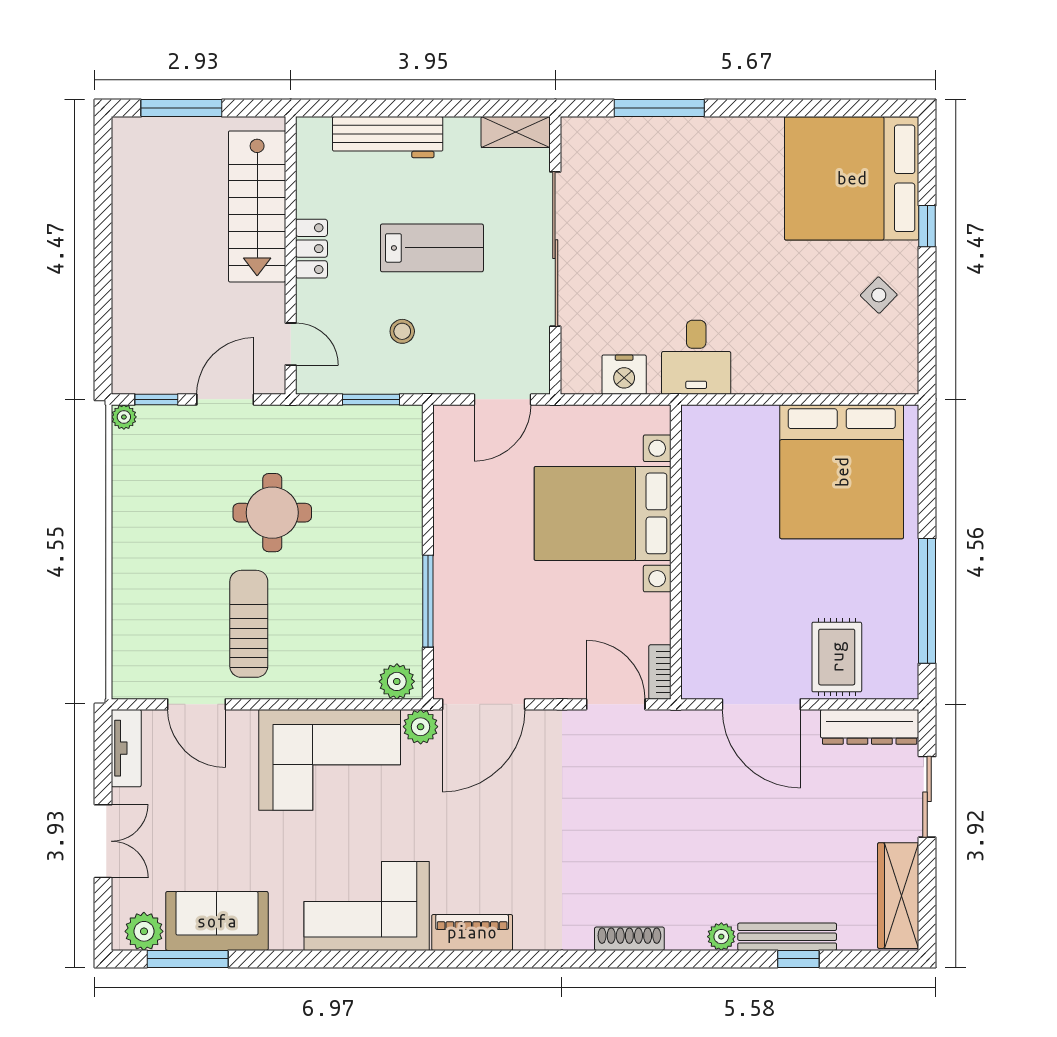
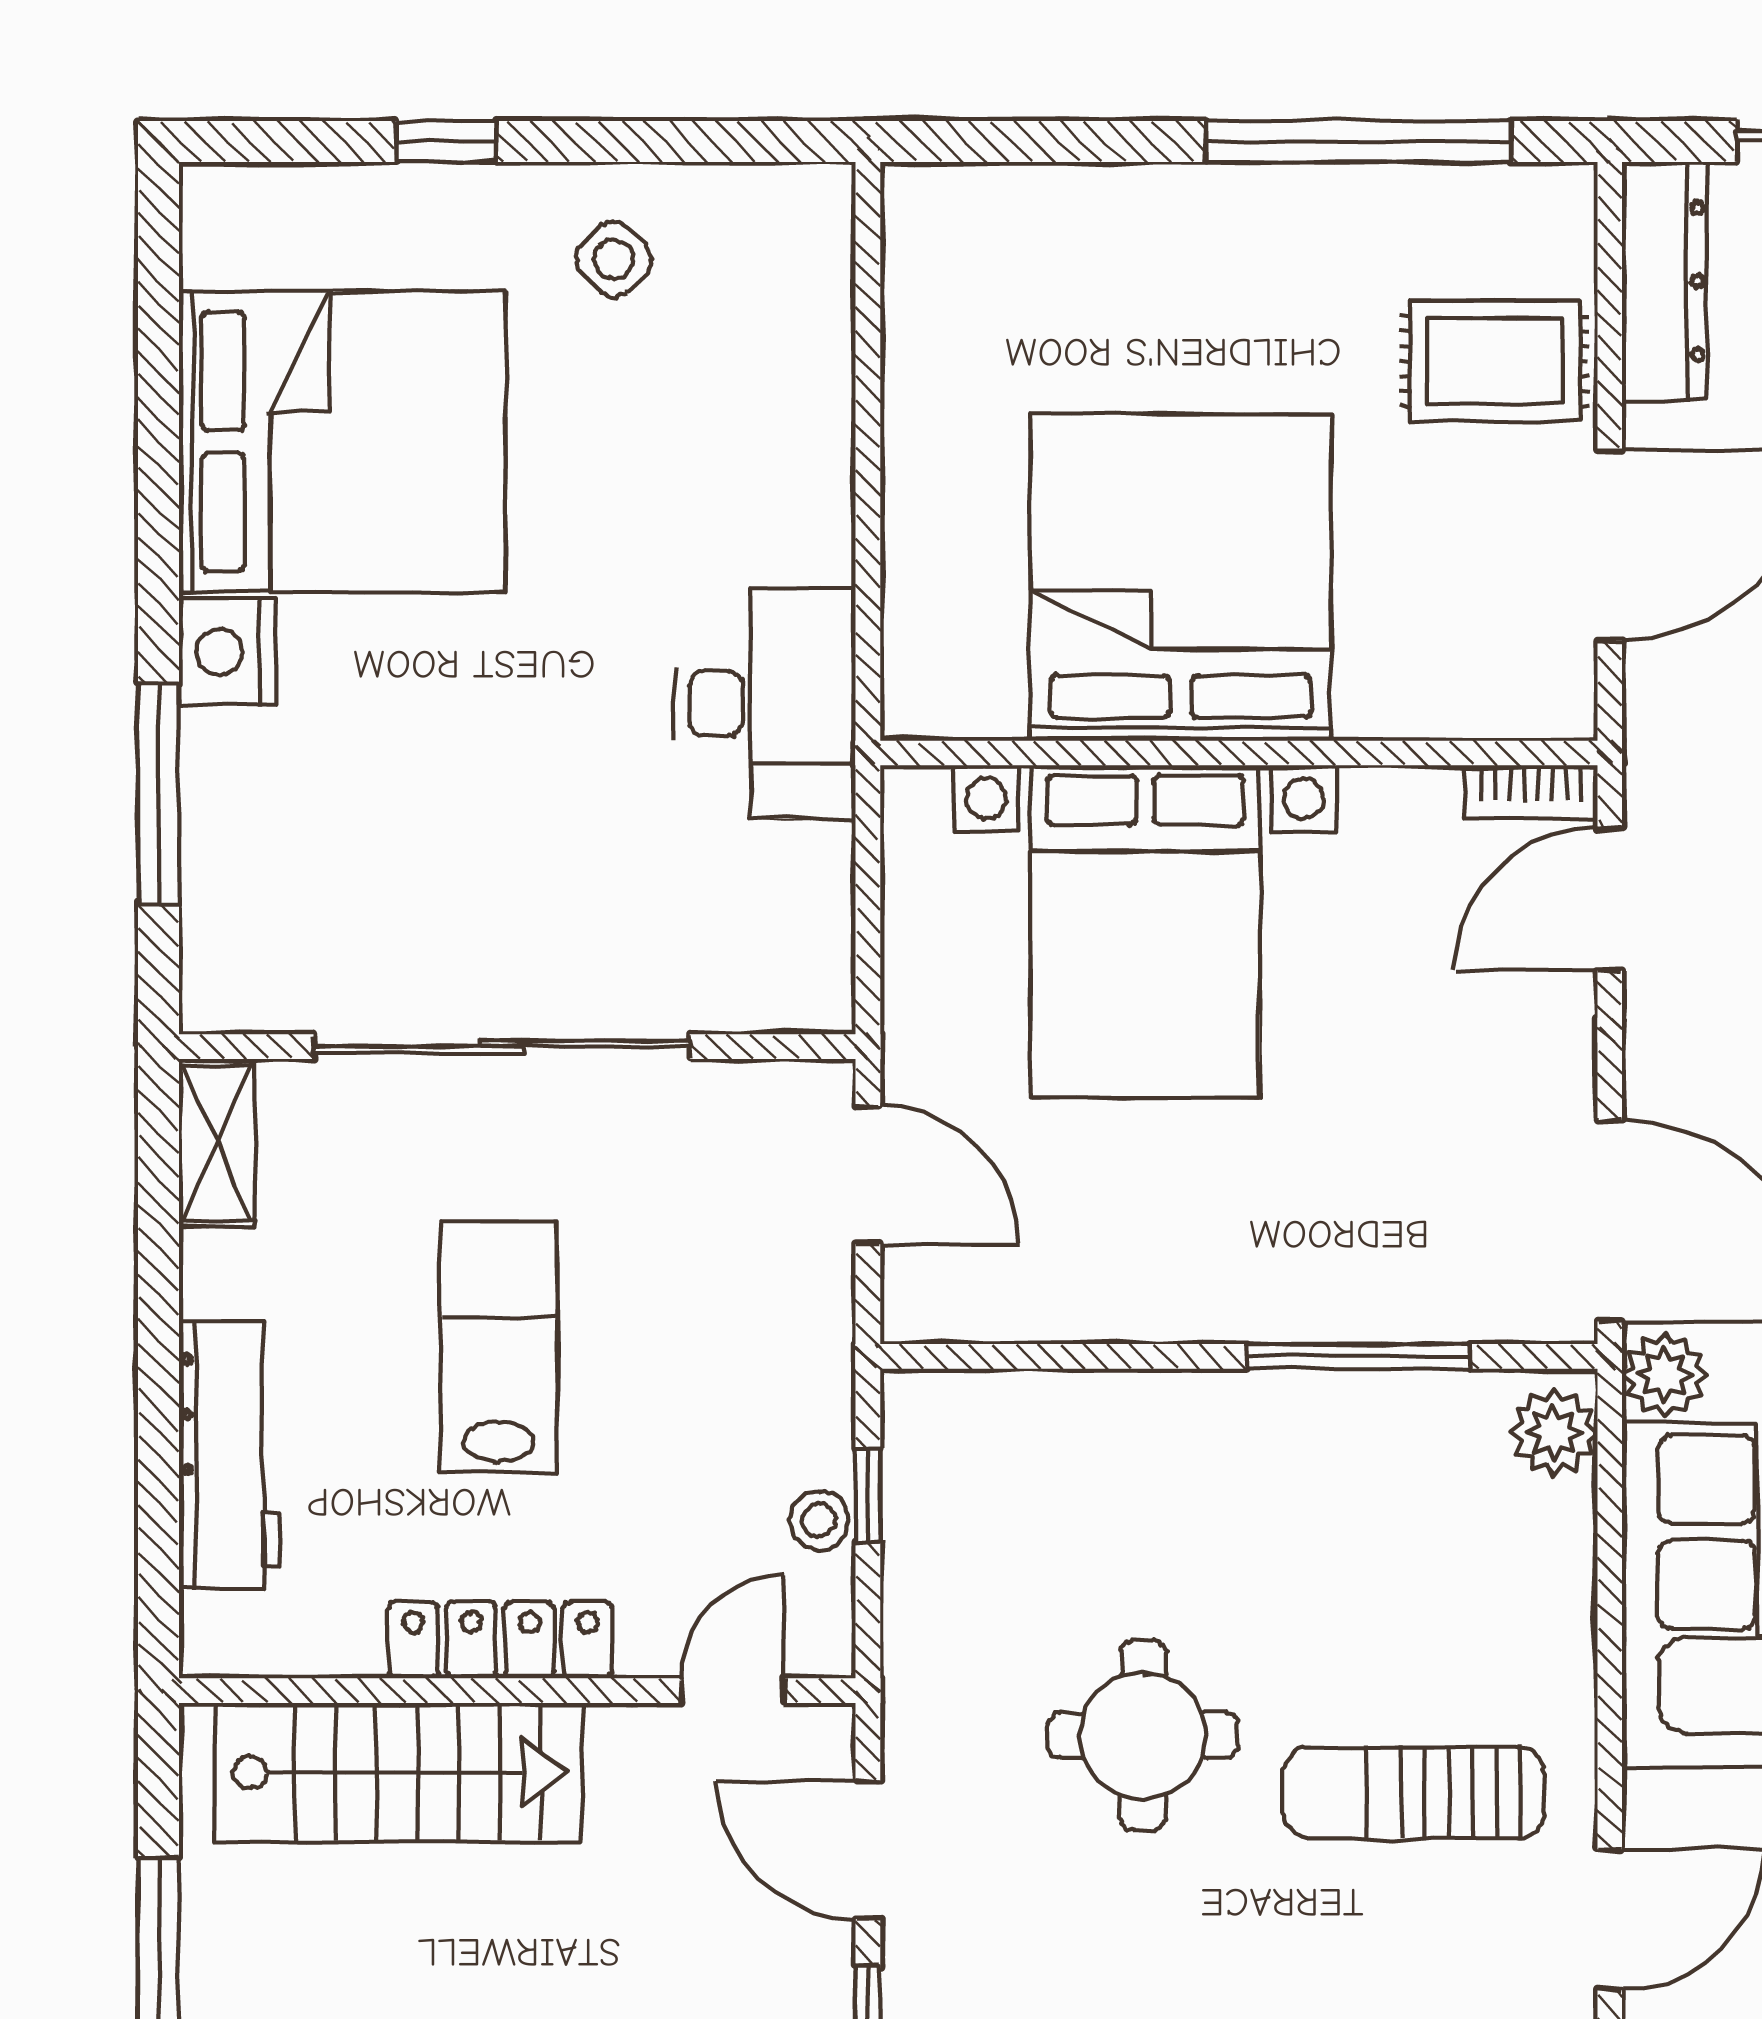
bed: (852, 178) -> (342, 441), moved, turned -90
locker: (311, 249) -> (501, 1640), width x1.53
stool: (402, 331) -> (819, 1521), moved
desk: (696, 357) -> (765, 704), width x1.37
nightstand: (624, 375) -> (227, 652), moved, turned 180
window: (371, 399) -> (868, 1495), width x0.67
bed: (842, 472) -> (1181, 577), moved, turned -90

